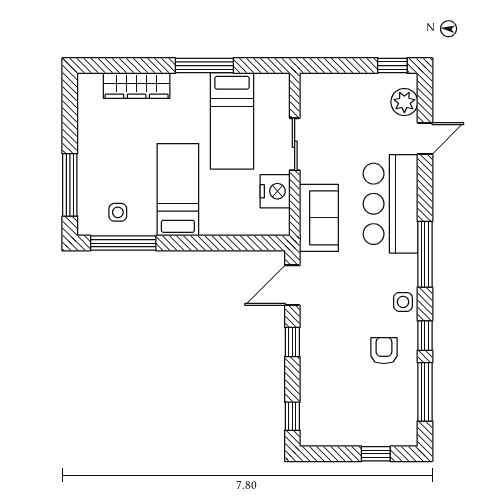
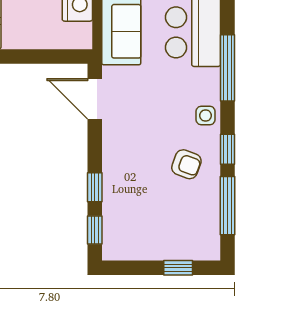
door: (292, 285) -> (95, 99), hinge flipped
window: (292, 342) -> (95, 187), moved
armchair: (384, 351) -> (186, 164), turned 110

